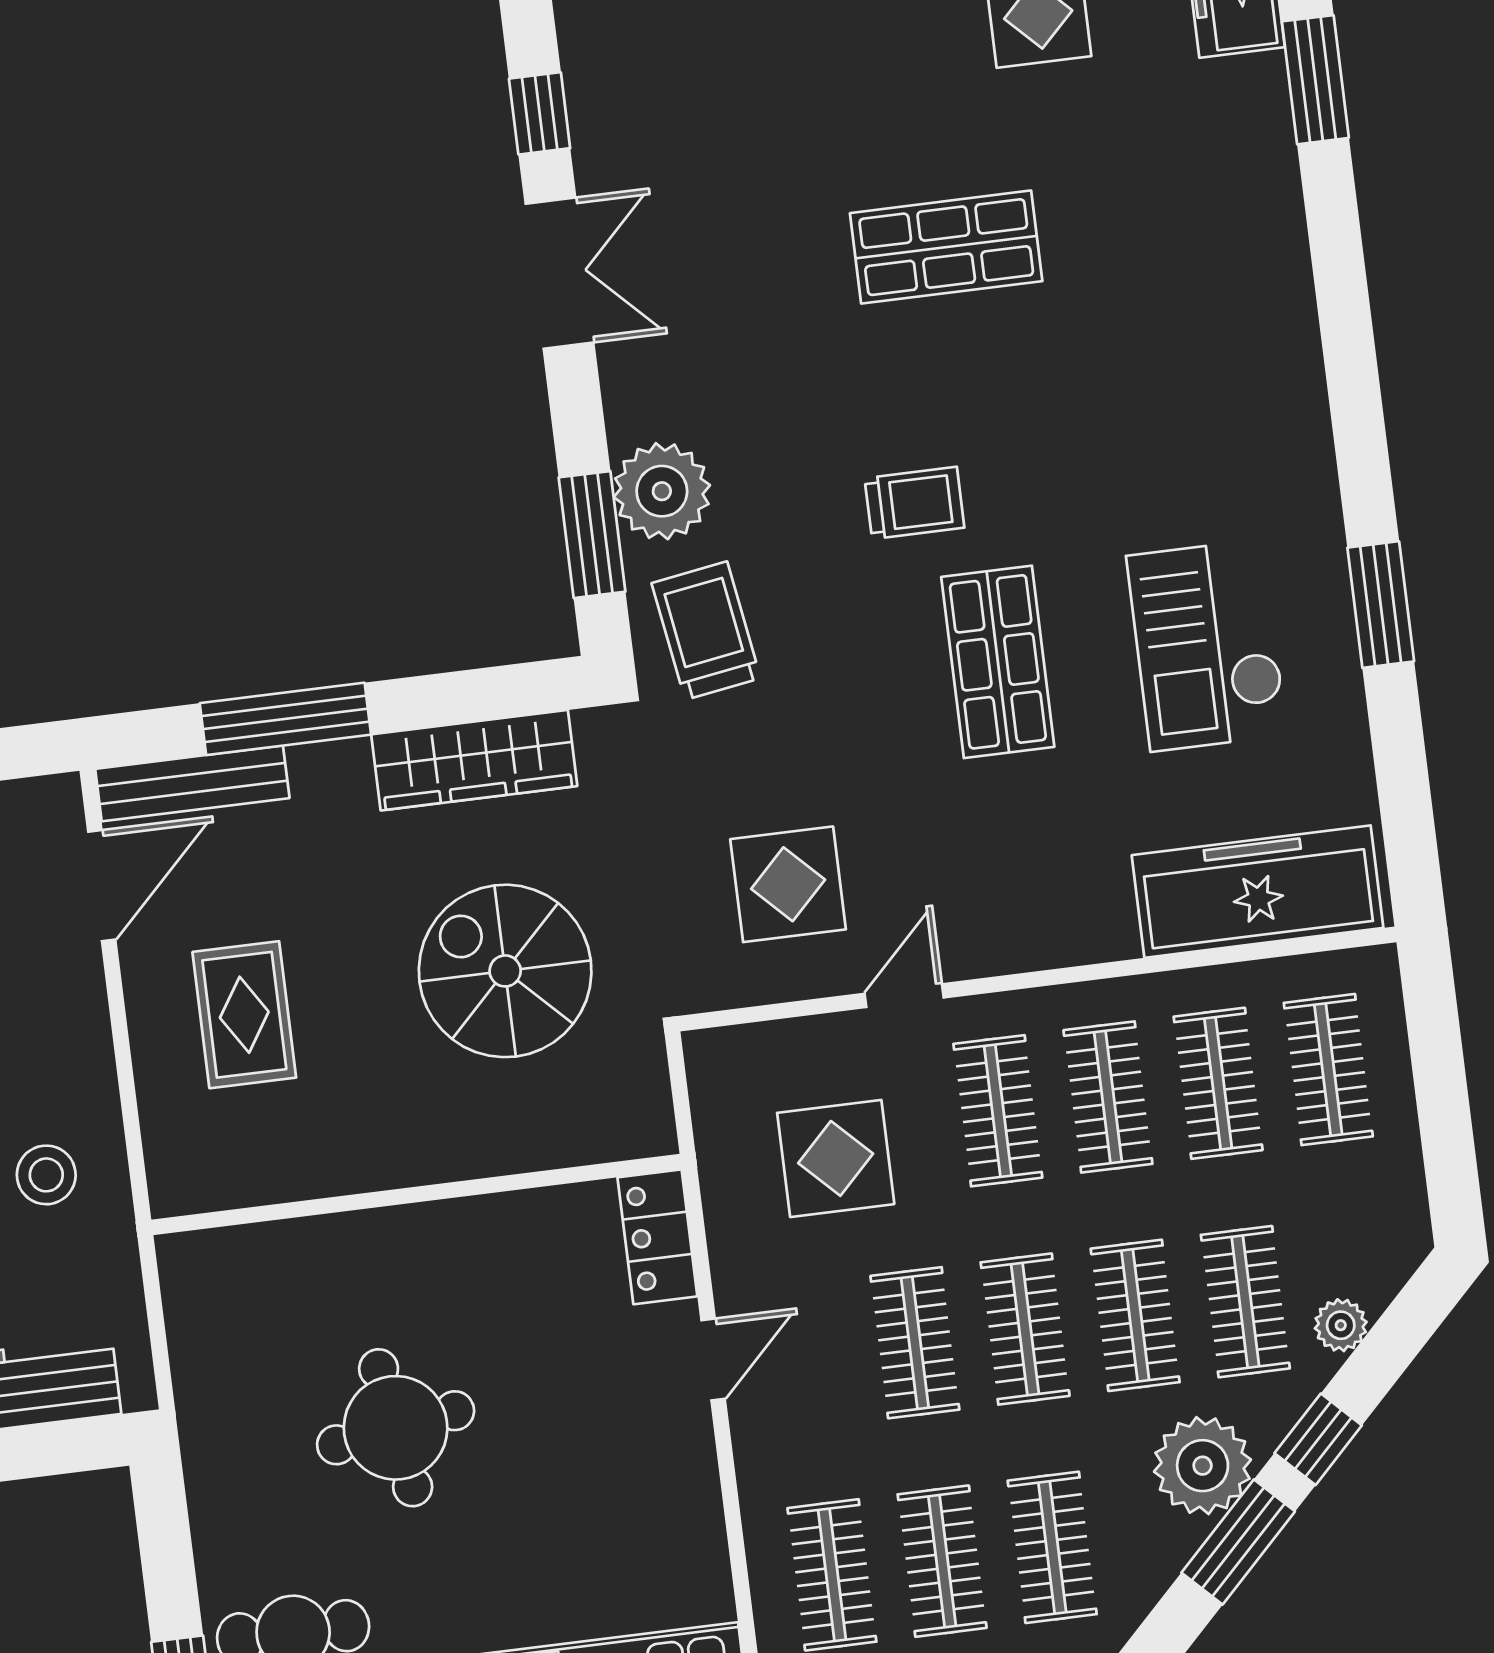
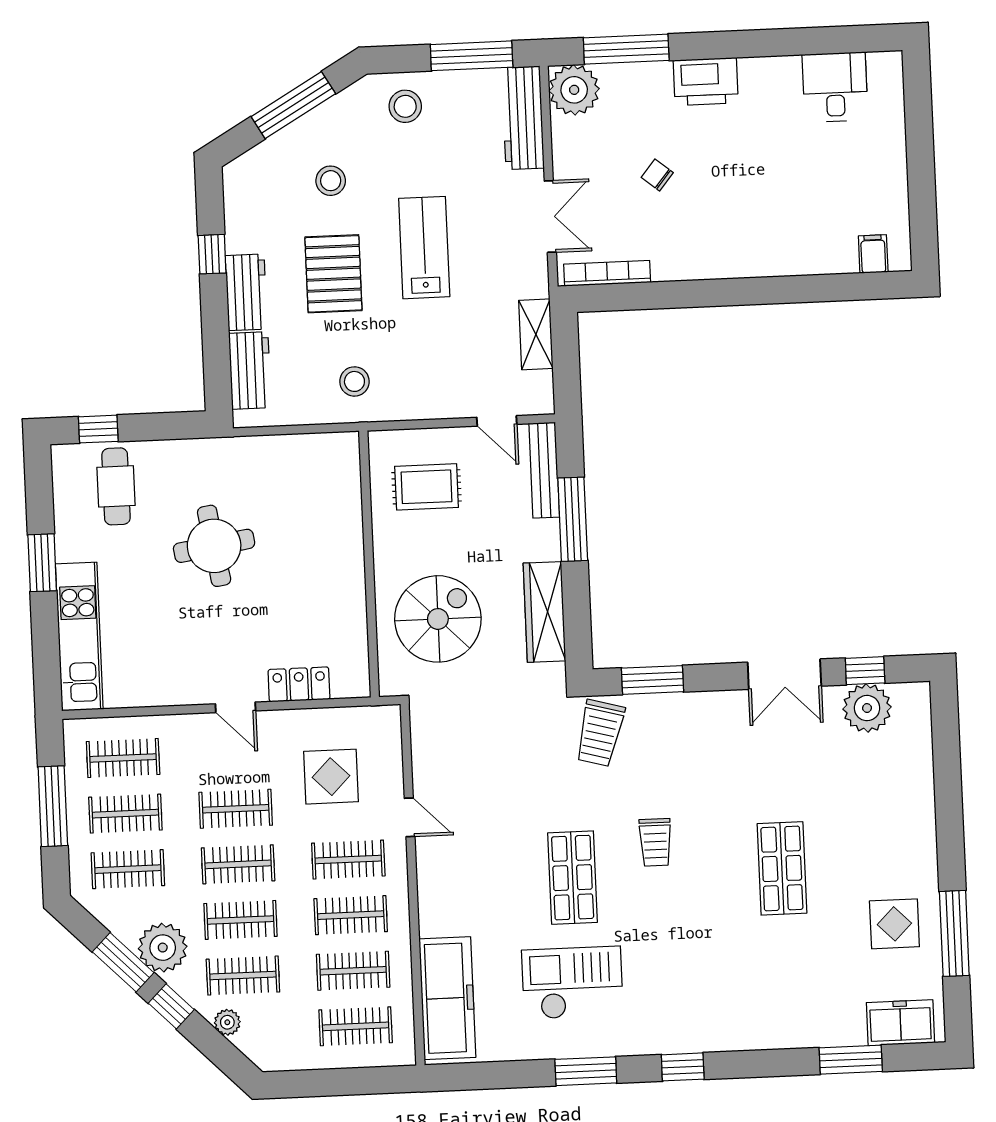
window: (1357, 413) -> (683, 1067), added
plant: (662, 491) -> (867, 708), moved
trolley: (706, 631) -> (600, 733), turned 114
shop shelf: (998, 662) -> (573, 878), turned 90
display table: (788, 884) -> (470, 764), removed
door: (102, 886) -> (497, 421), width x0.73
wall: (416, 1194) -> (369, 564), moved

